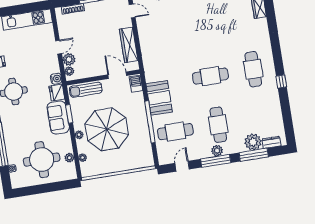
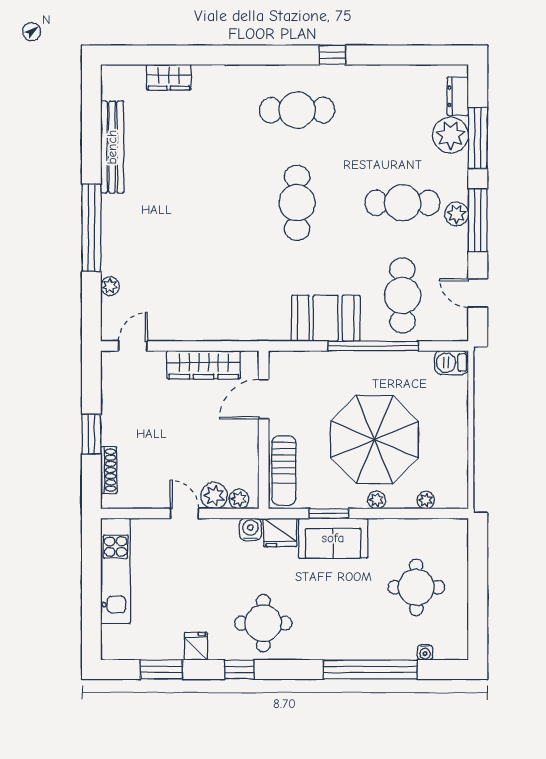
barbecue: (136, 84) -> (451, 363), moved
plant: (69, 158) -> (422, 528), removed
round table: (42, 160) -> (416, 587), width x0.73, depth x0.73

